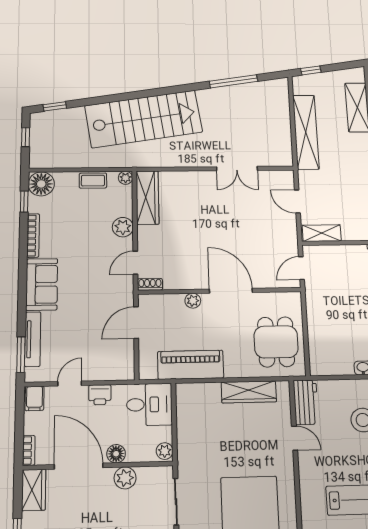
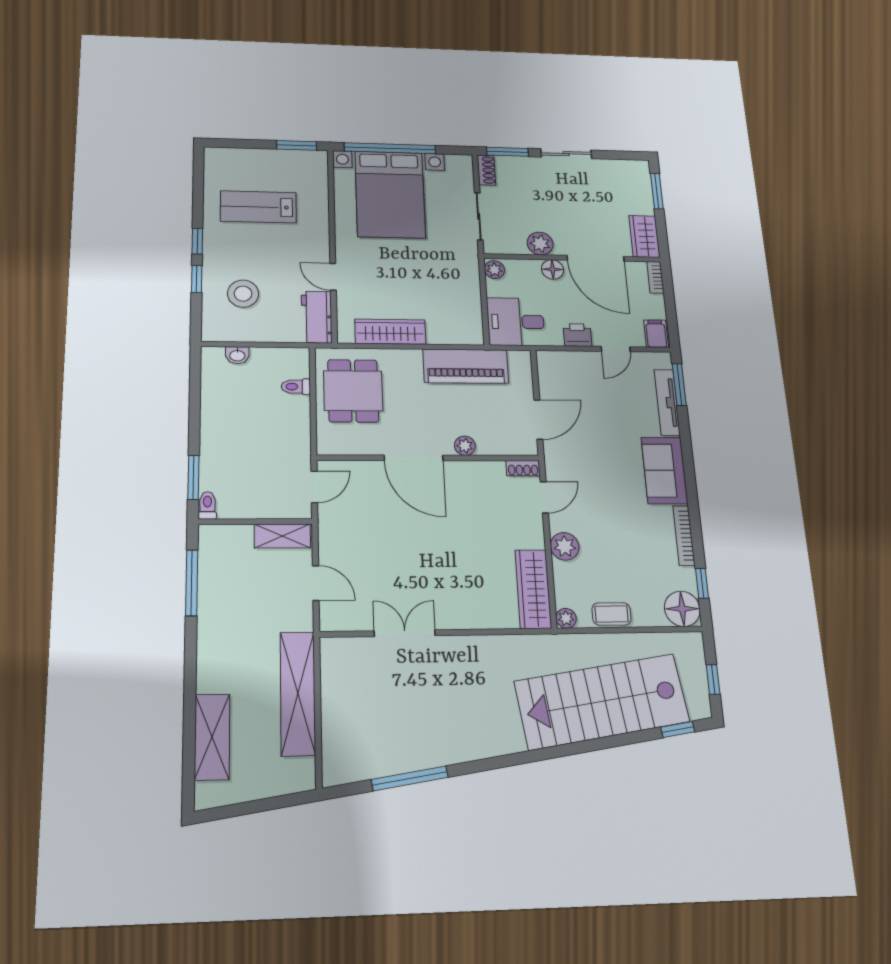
window: (311, 70) -> (284, 801), removed
stairs: (144, 119) -> (602, 701), moved
toilet: (318, 344) -> (296, 387), added

